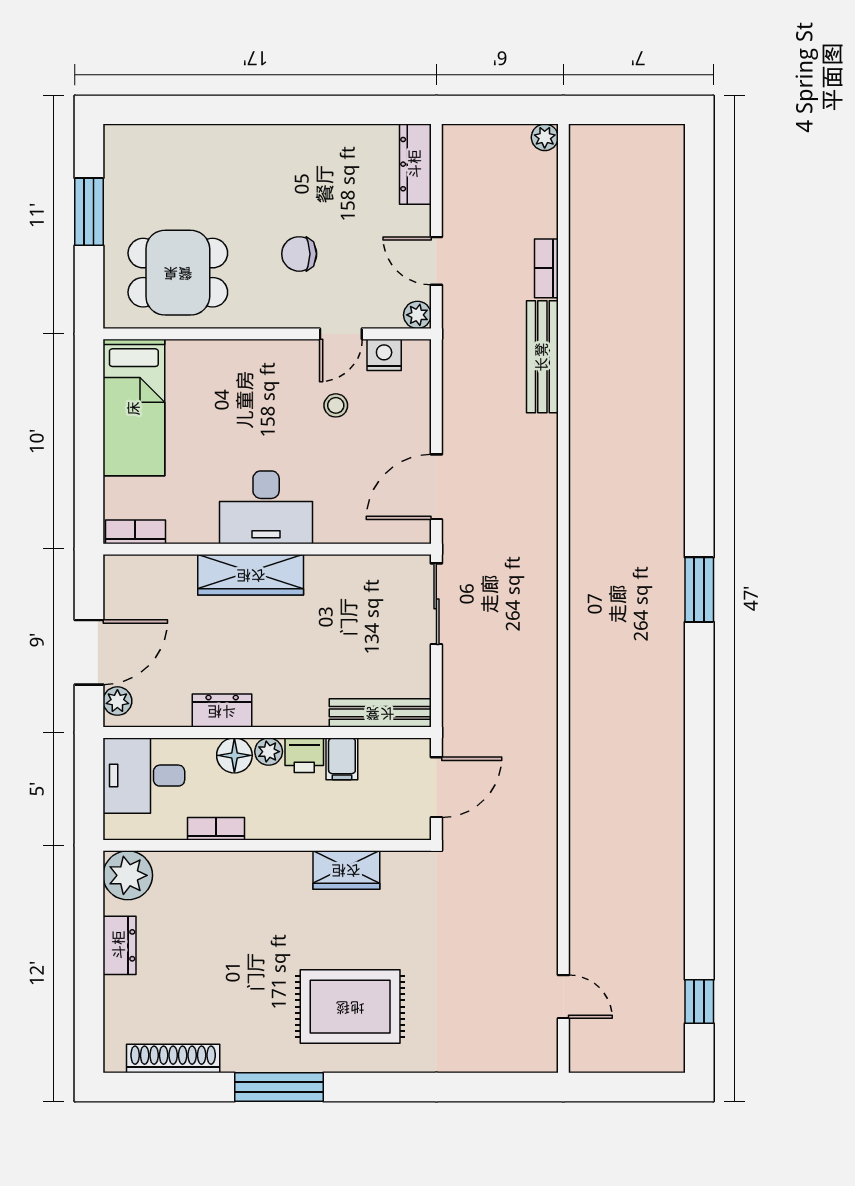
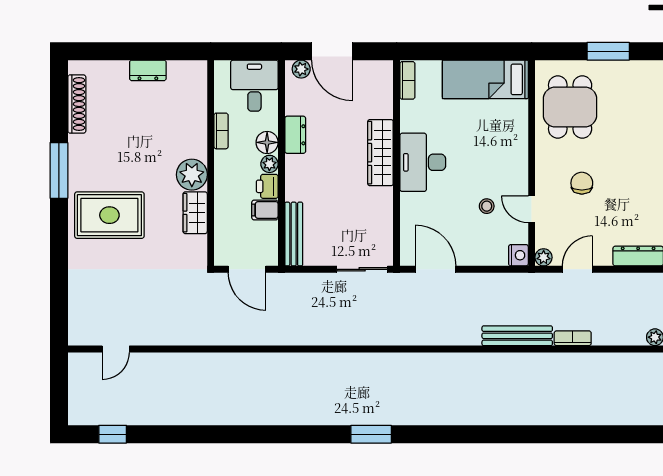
nightstand: (384, 355) -> (518, 255), moved
plant: (128, 875) -> (192, 175), moved
rug: (350, 1007) -> (109, 215), turned 90

